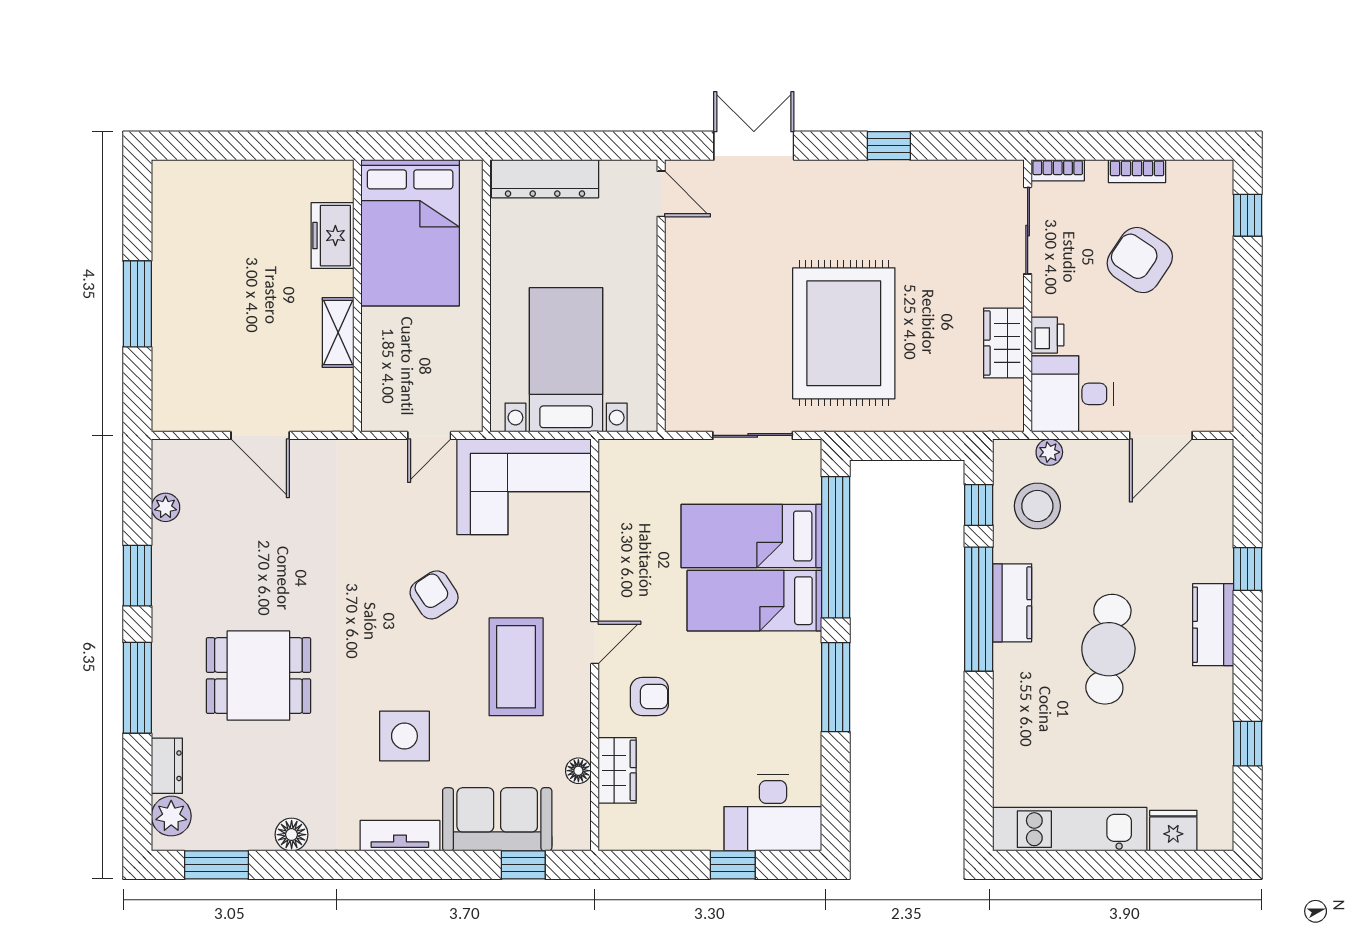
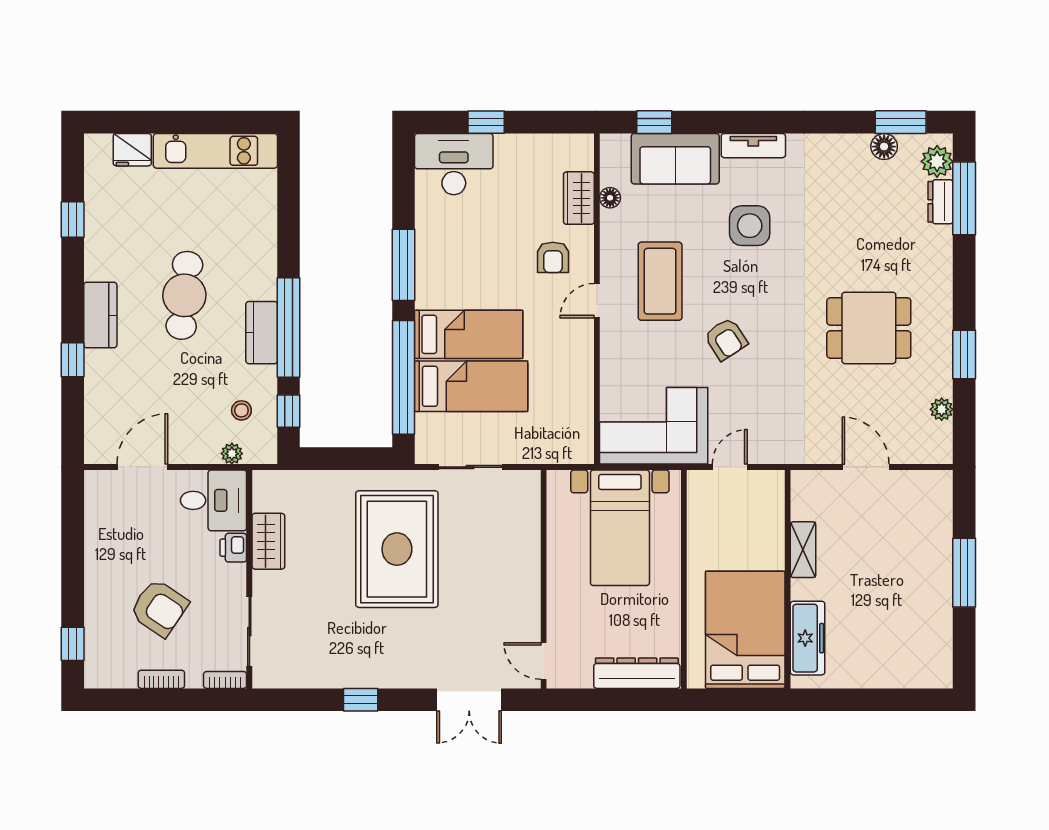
freezer: (332, 236) -> (808, 638), width x1.40
stool: (1037, 506) -> (241, 410), width x0.53, depth x0.53
dining table: (258, 676) -> (869, 328), moved
window: (137, 688) -> (964, 198), moved
armchair: (649, 696) -> (553, 257), turned -90
floor lamp: (292, 835) -> (884, 147), moved

